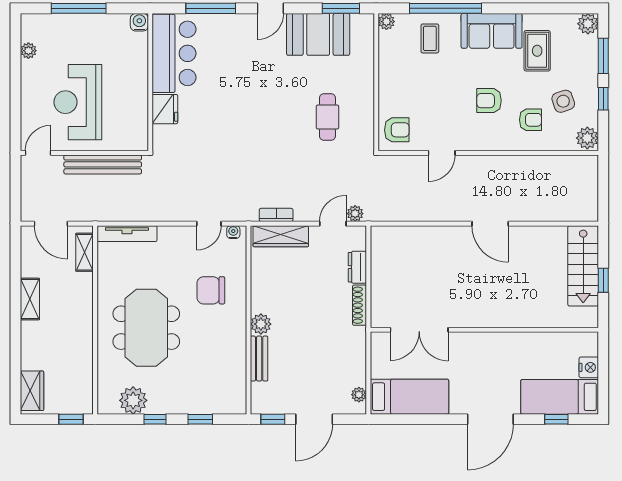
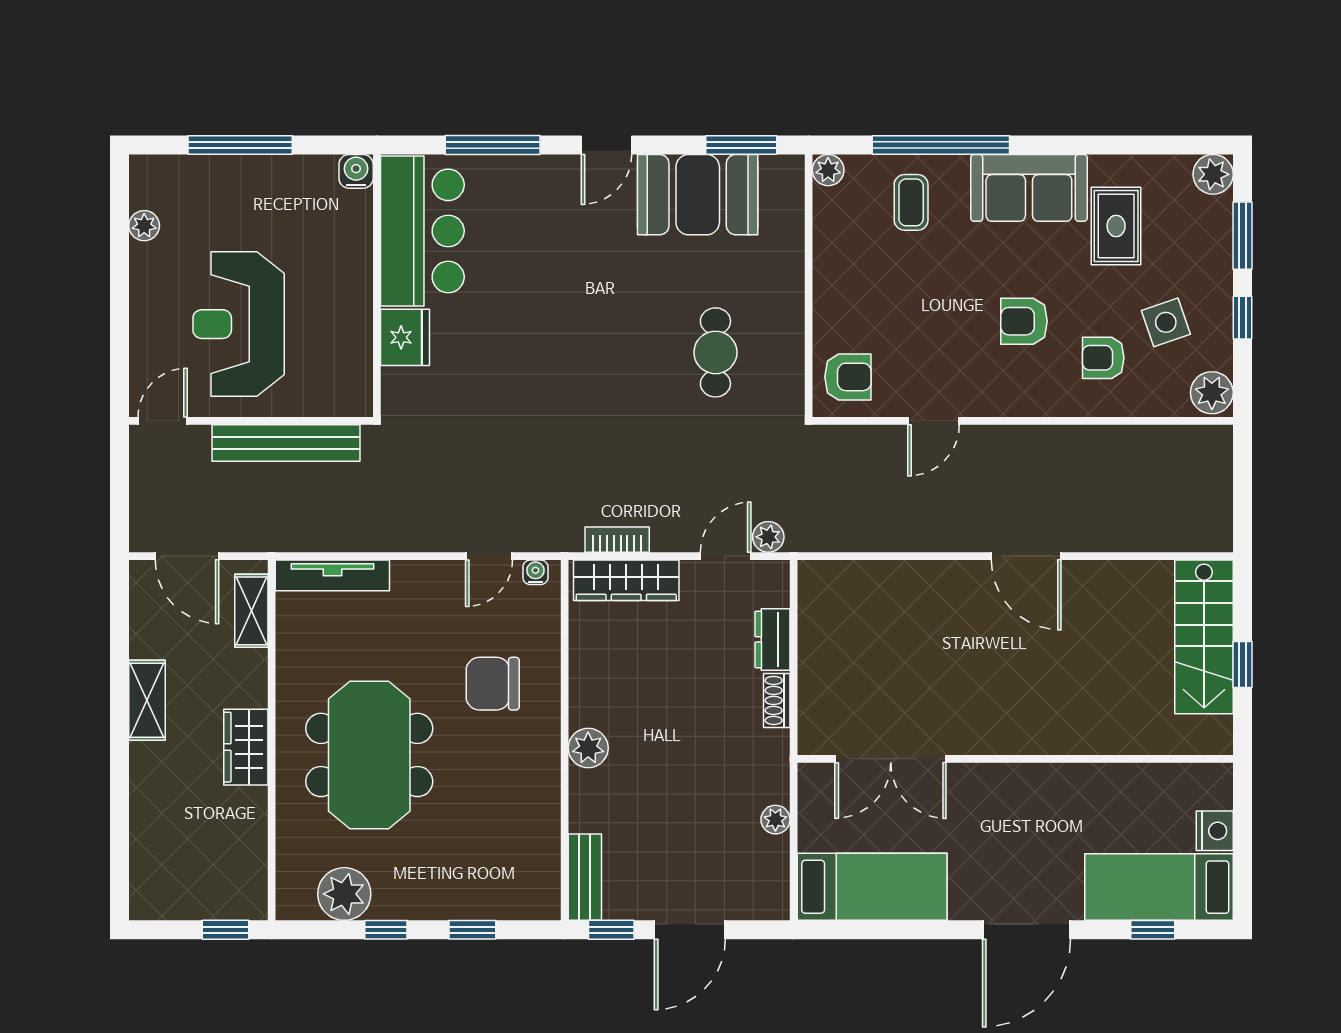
armchair: (530, 120) -> (1103, 358), turned 180
shoe rack: (360, 305) -> (777, 700), width x0.70
bench: (259, 359) -> (585, 877), moved
wardrobe: (32, 391) -> (246, 747), moved, turned 180
plant: (359, 395) -> (775, 820), moved

